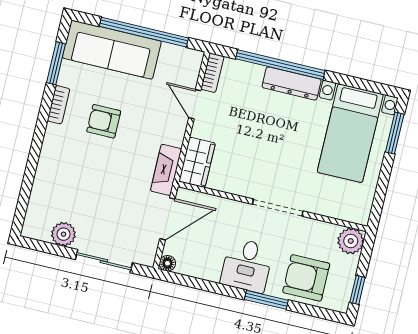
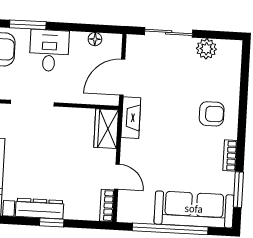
window: (280, 65) -> (52, 222), width x0.32
armchair: (104, 121) -> (212, 114), moved
floor lamp: (167, 263) -> (95, 39), moved

